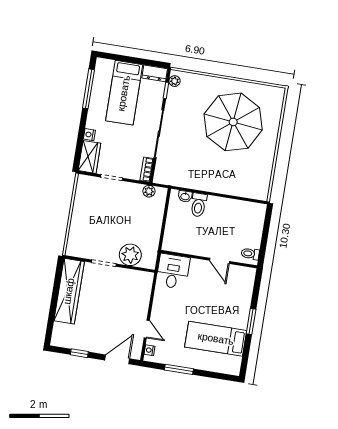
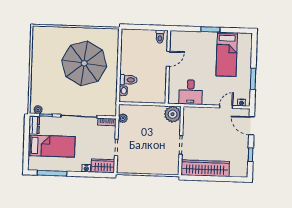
parasol: (233, 122) -> (84, 63), moved
plant: (130, 255) -> (173, 114), moved
desk: (173, 271) -> (191, 92), moved, turned -90

